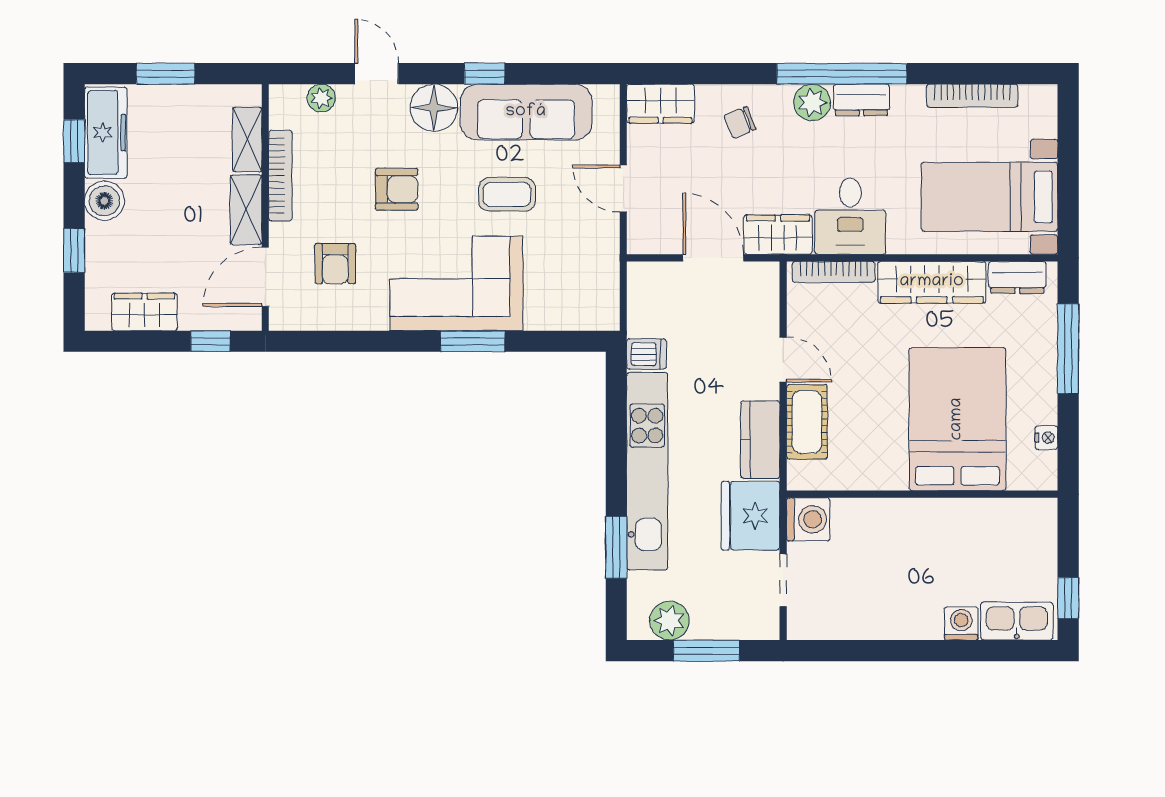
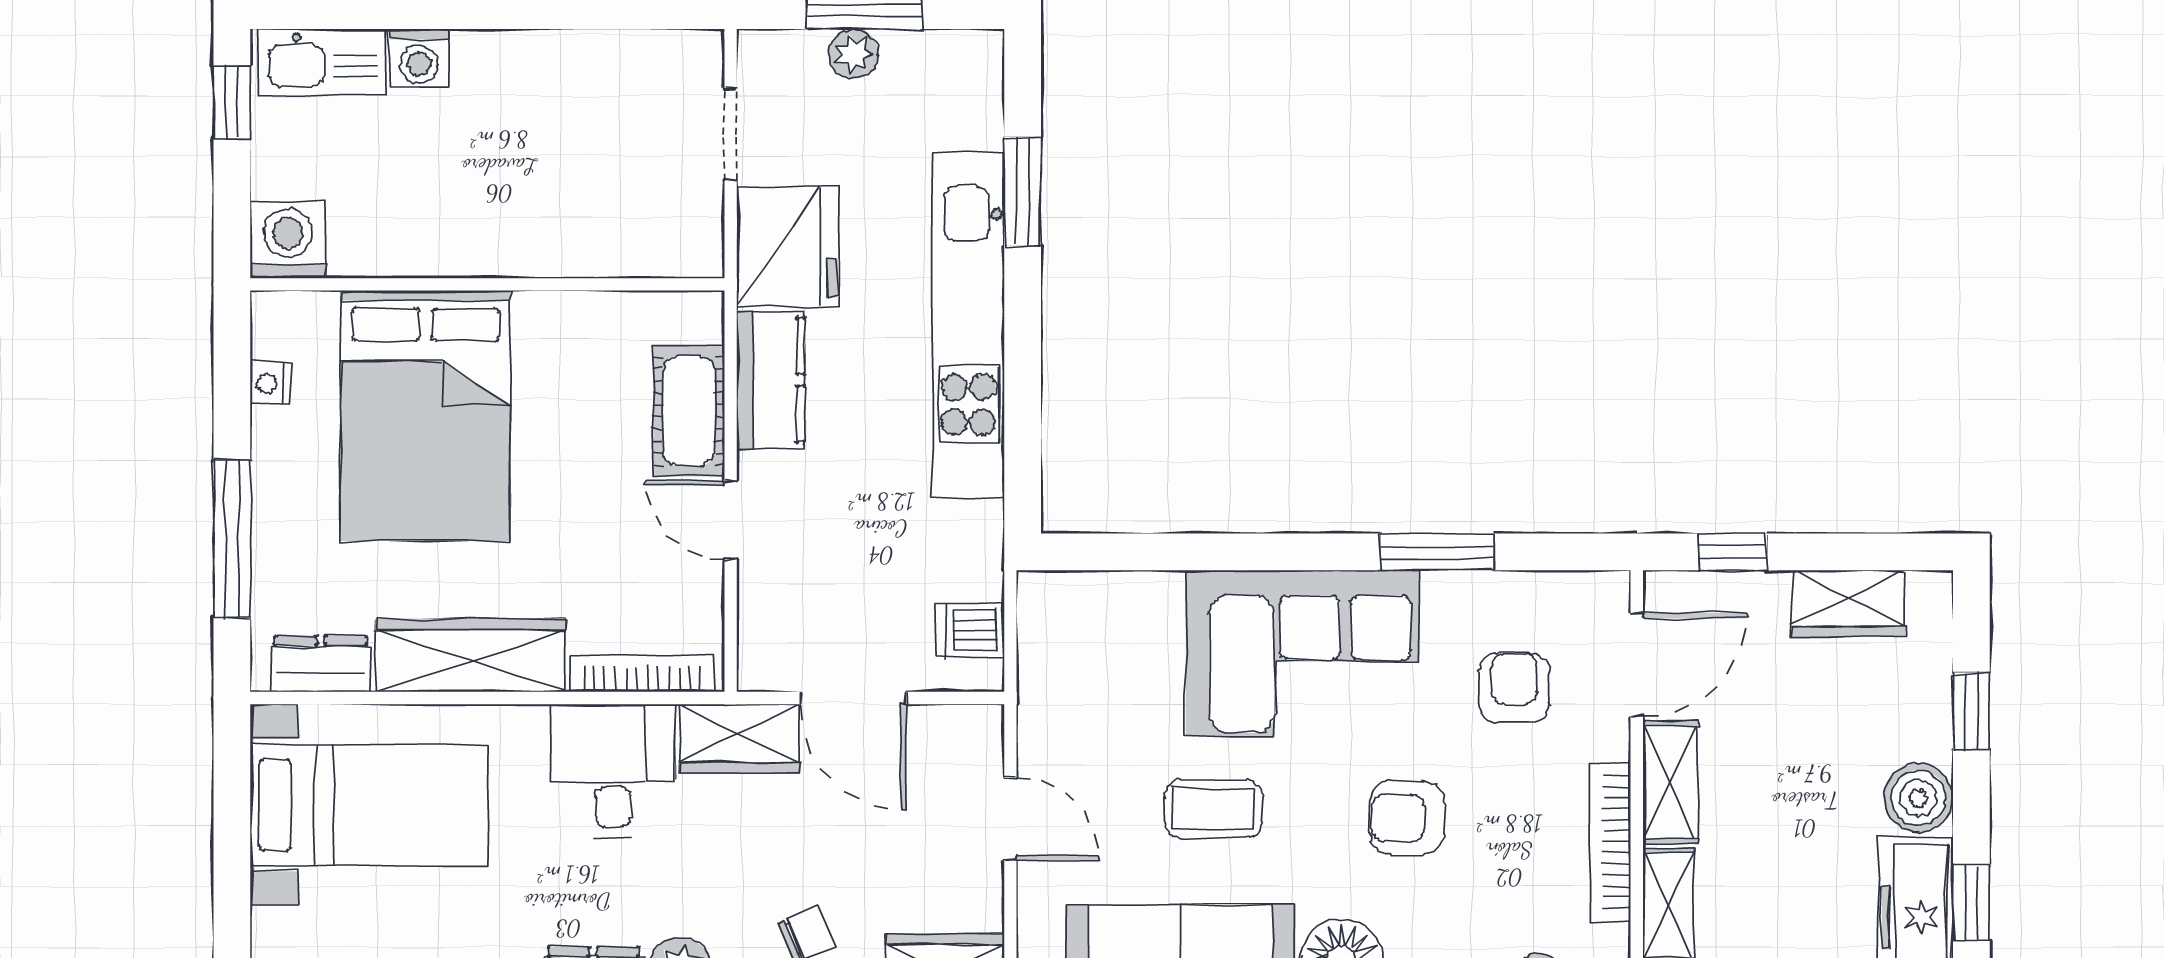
window: (473, 341) -> (1437, 552), moved
dishwasher: (646, 354) -> (970, 630), moved
washing machine: (808, 519) -> (288, 240), moved, turned 90
plant: (669, 621) -> (854, 54), moved, width x0.73, depth x0.73

